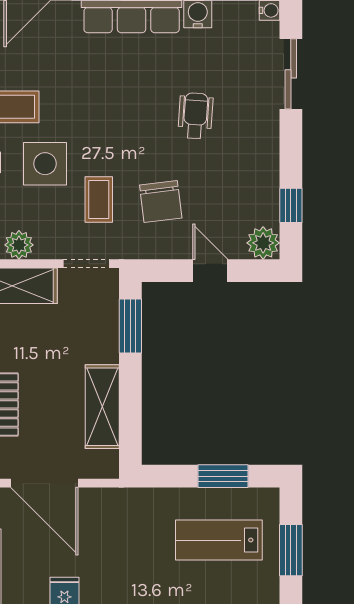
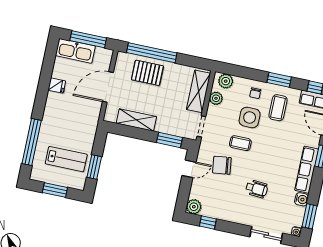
coffee table: (99, 199) -> (240, 143), moved
door: (210, 271) -> (189, 169), moved
lab bench: (219, 540) -> (66, 159), turned 90

